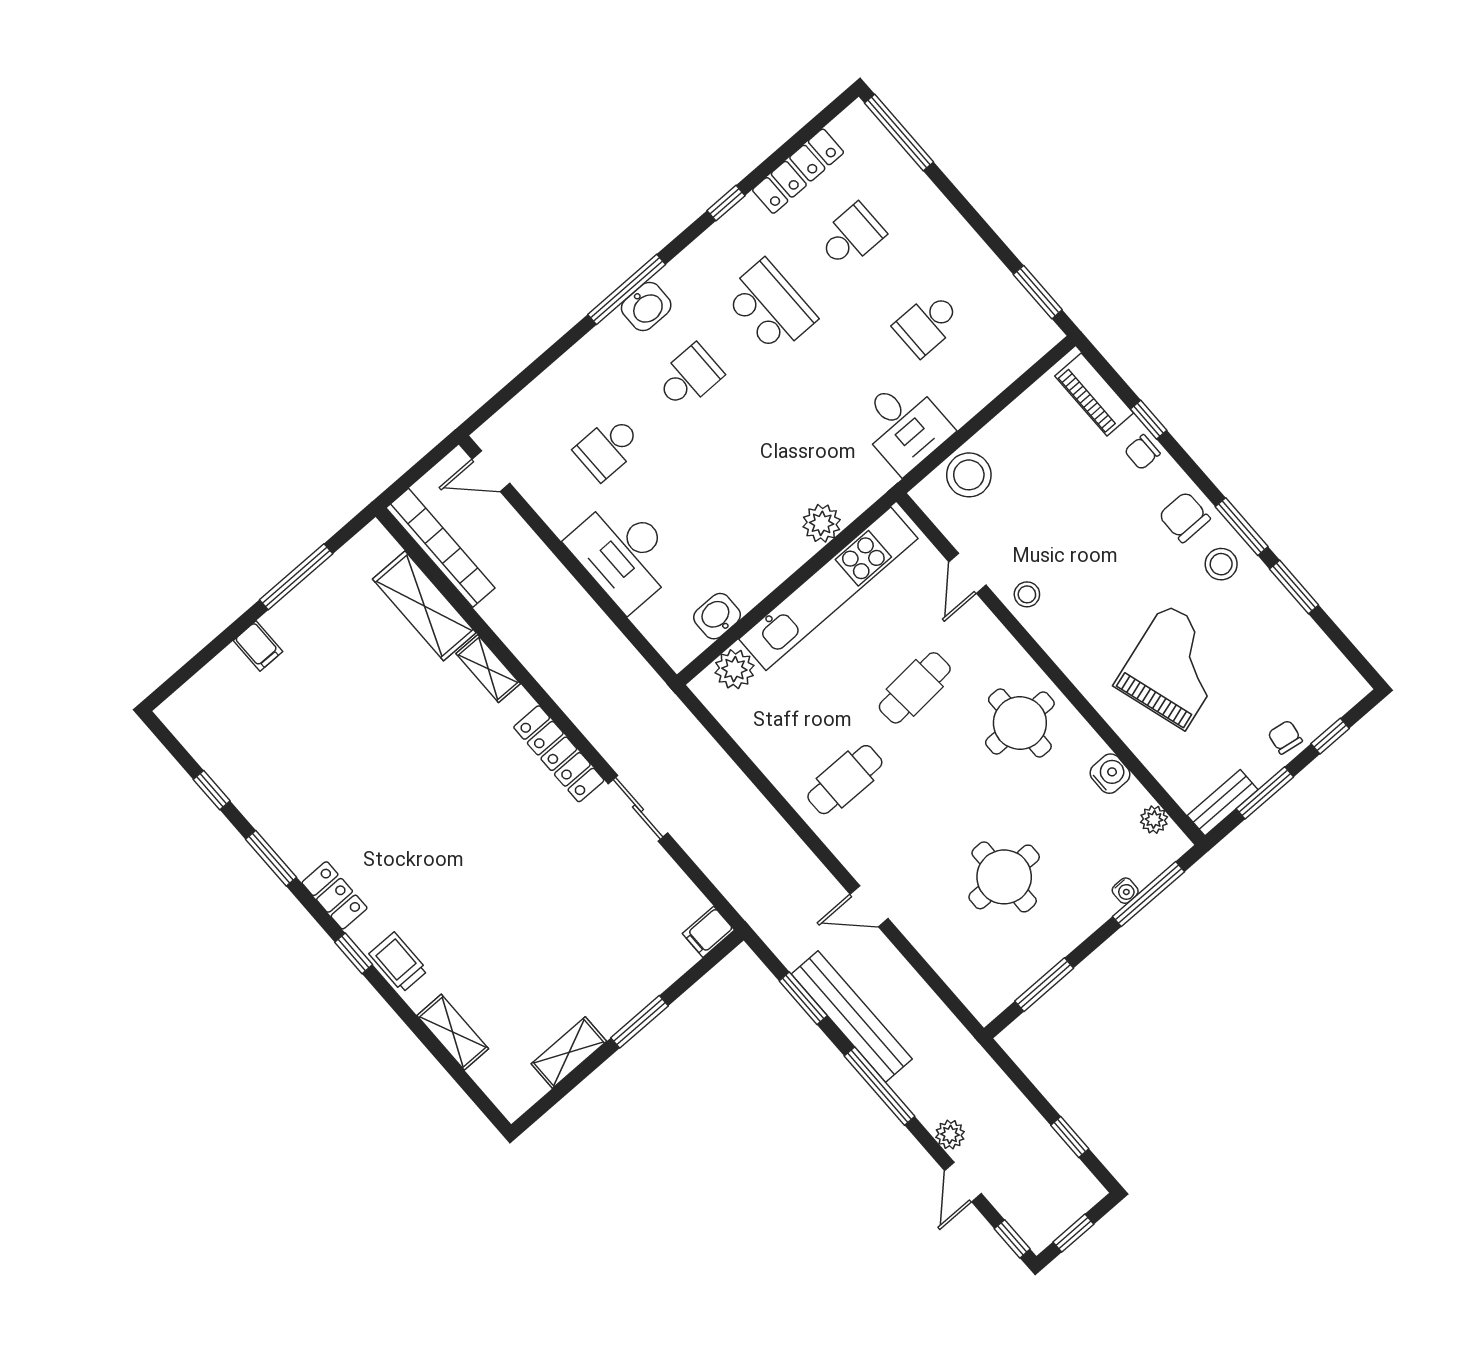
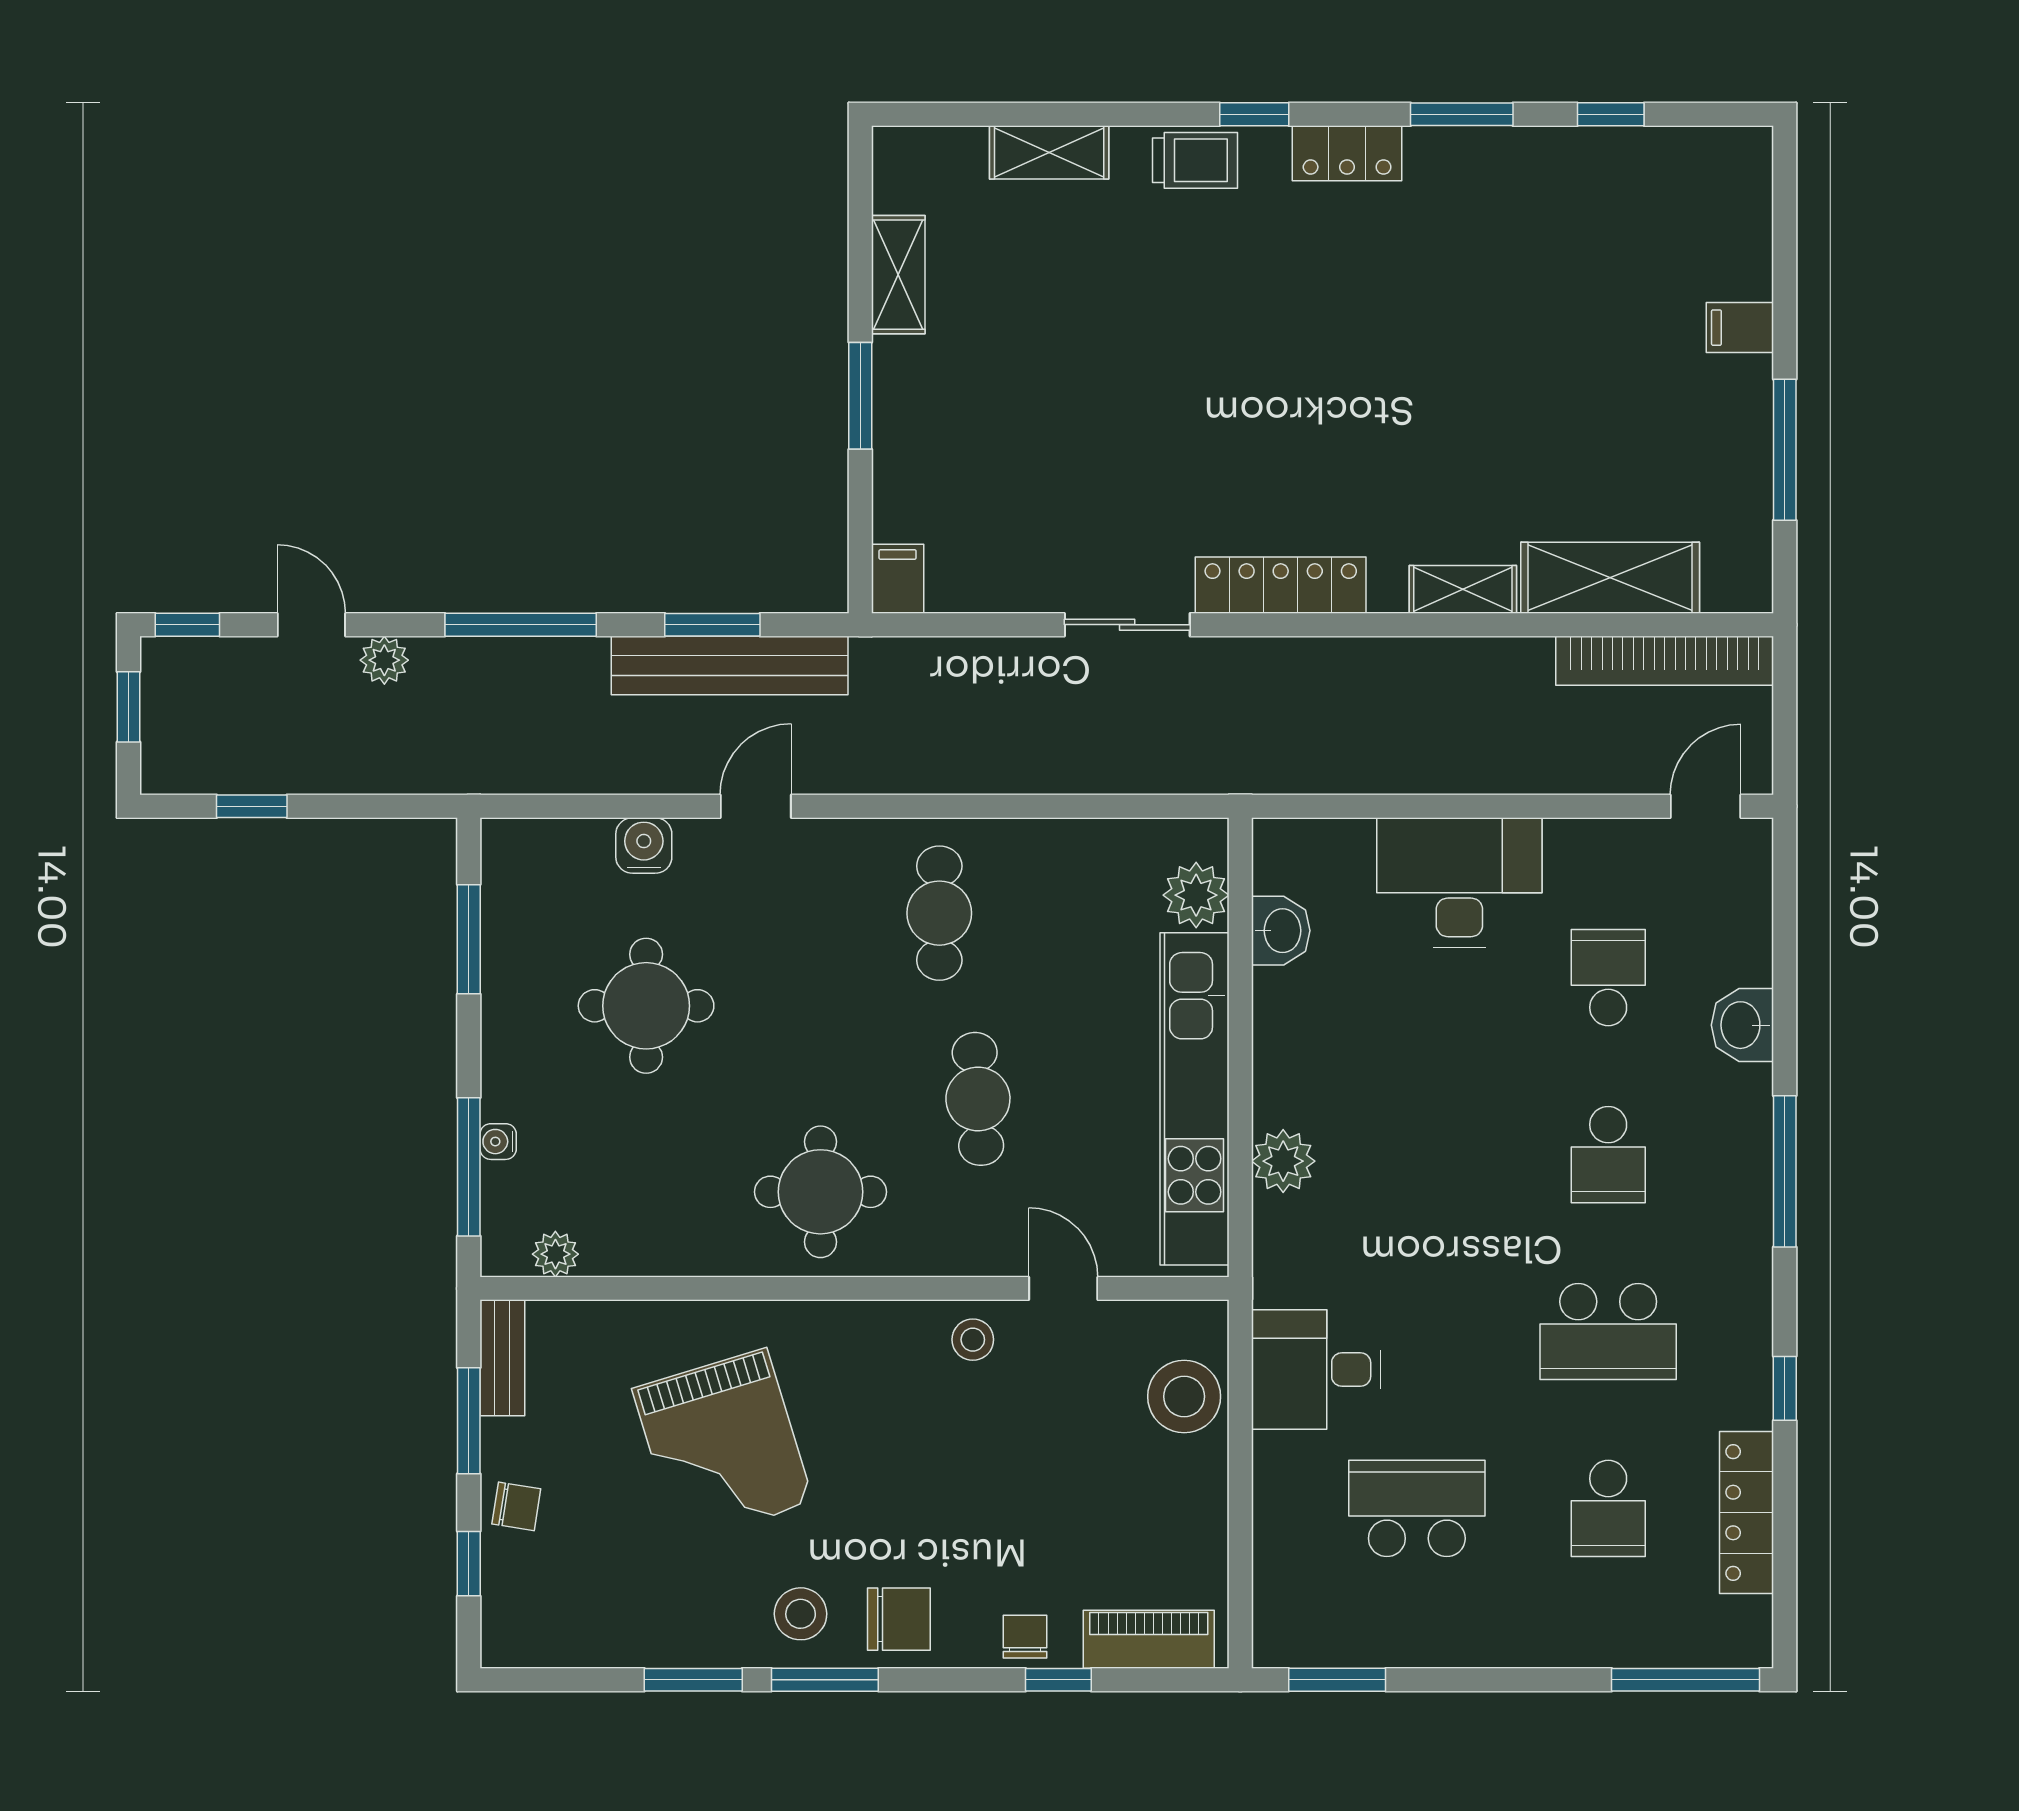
washbasin: (646, 307) -> (1742, 1025), moved
school desk: (927, 324) -> (1417, 1508), width x1.85
water cooler: (1110, 774) -> (644, 846), moved, turned 180
bench: (852, 1016) -> (730, 665), moved

